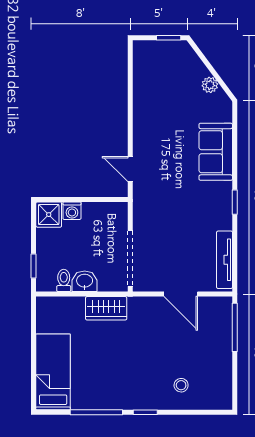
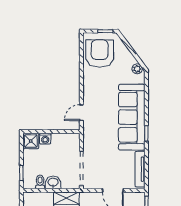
armchair: (160, 74) -> (100, 54), added
plant: (210, 85) -> (137, 69), moved
sofa: (216, 152) -> (132, 117), width x1.85, depth x1.27
door: (130, 169) -> (81, 113), hinge flipped

